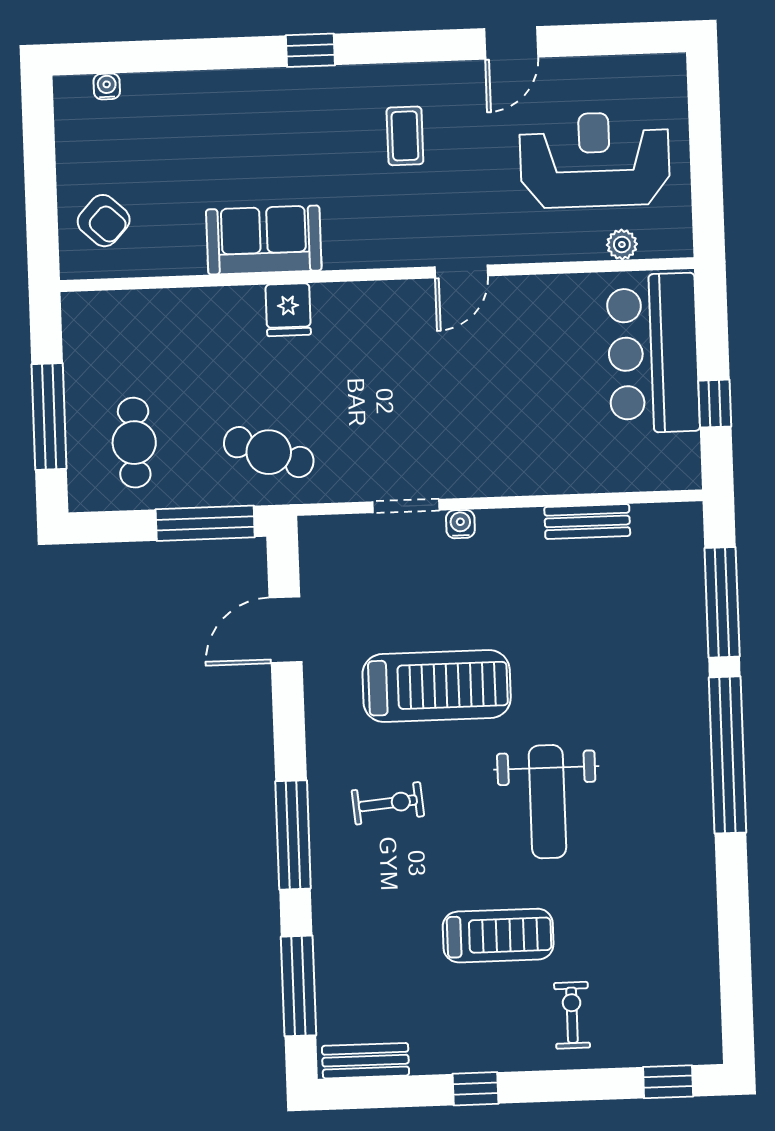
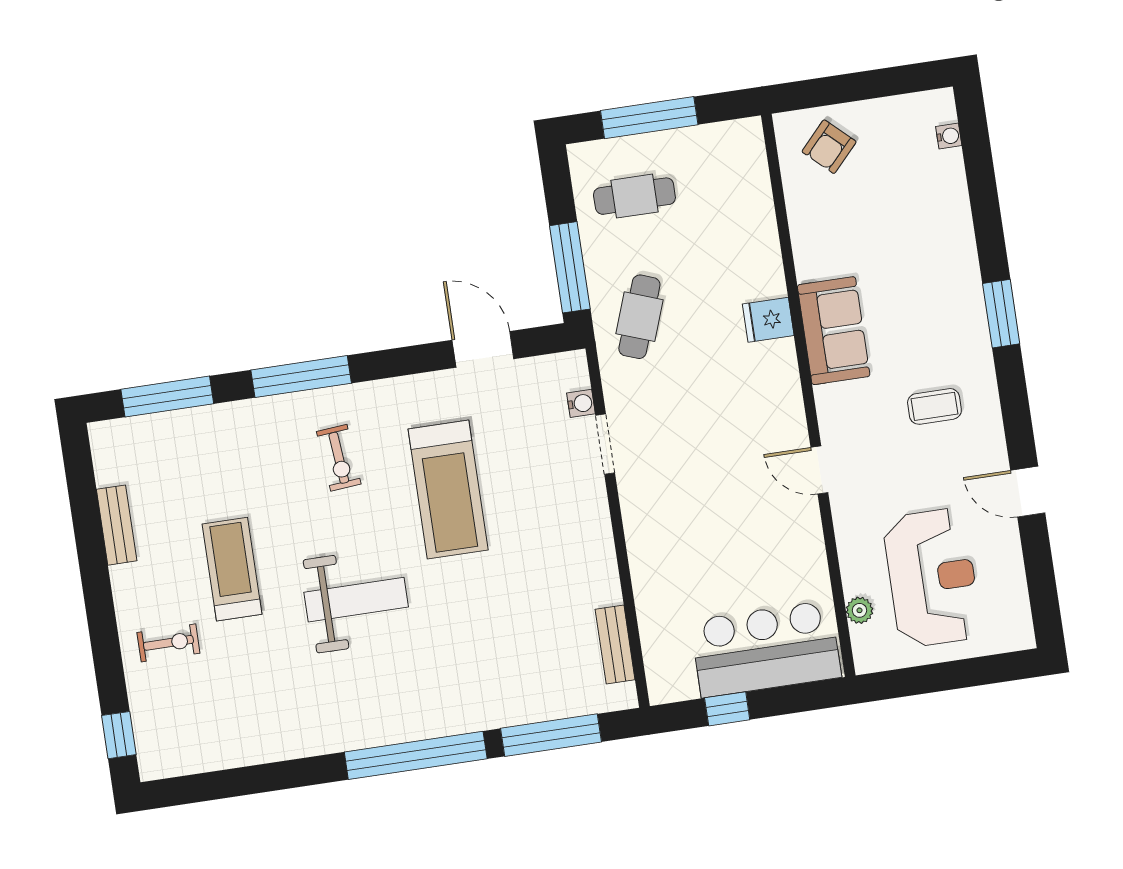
window: (310, 50) -> (1001, 314), width x1.50
sofa: (264, 240) -> (834, 331), moved
bench: (587, 521) -> (615, 644), moved
water cooler: (460, 524) -> (581, 403), moved
weight bench: (547, 802) -> (356, 600), turned 180
treadmill: (498, 936) -> (232, 569), turned 180
bench: (365, 1061) -> (117, 525), moved
window: (475, 1089) -> (93, 564), removed

